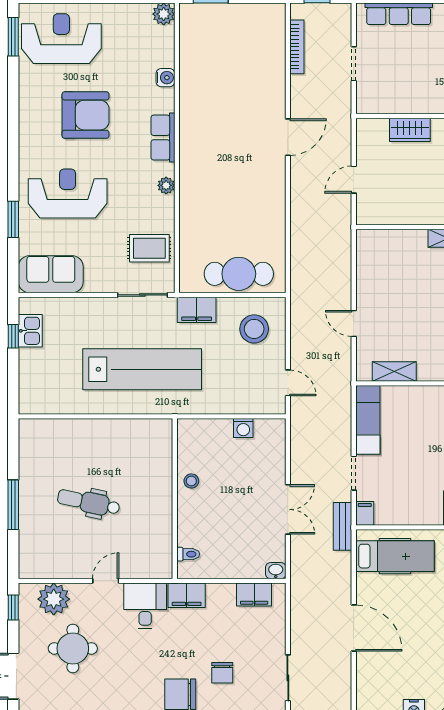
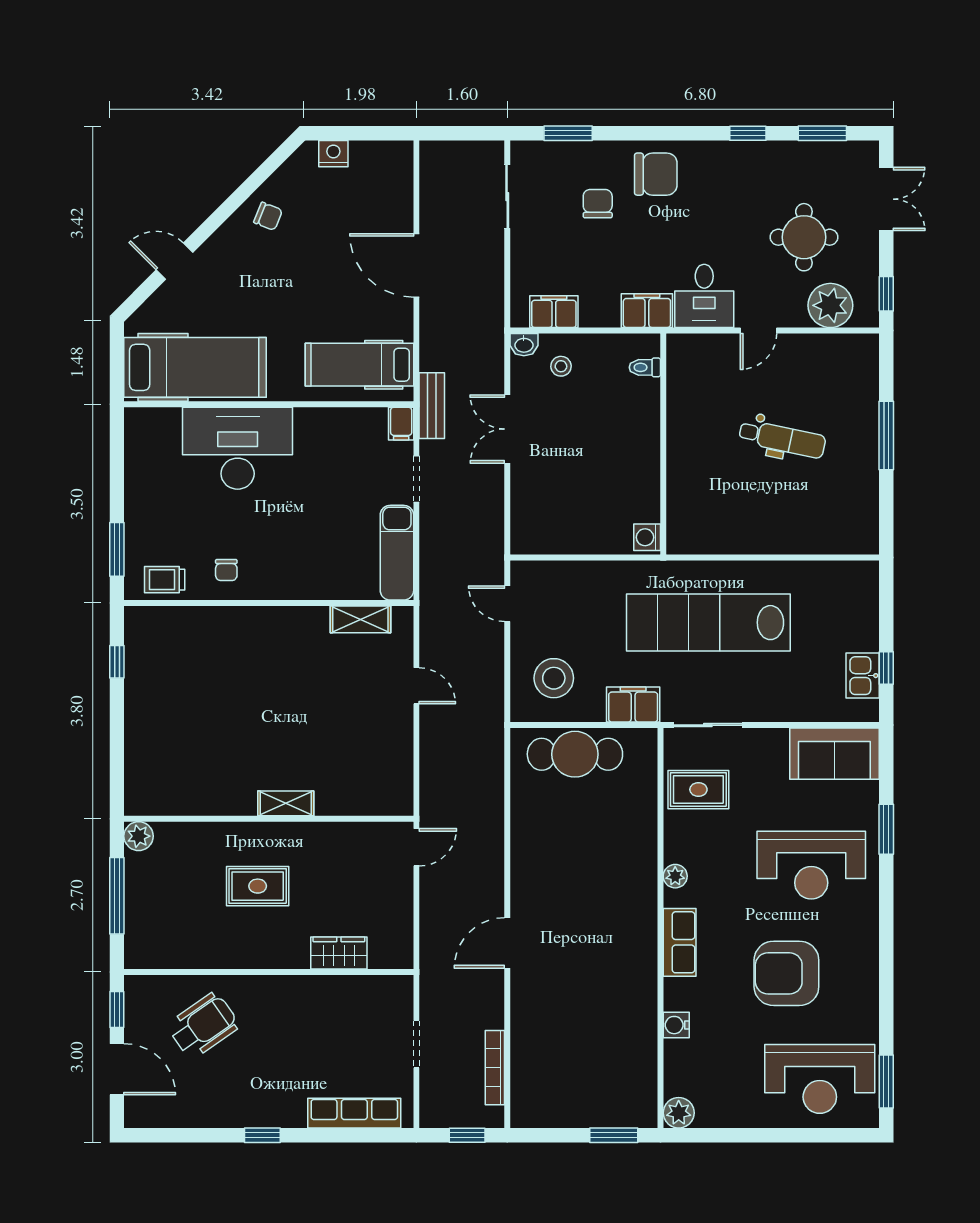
door: (354, 180) -> (416, 847), moved
washing machine: (243, 428) -> (647, 537), moved, turned -90
stool: (191, 481) -> (561, 366), moved

